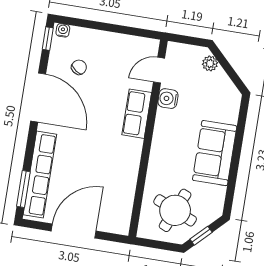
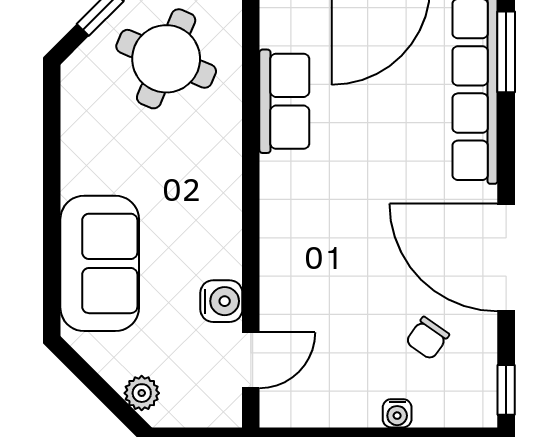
water cooler: (63, 30) -> (397, 413), moved
row of seats: (137, 114) -> (284, 101), moved
sofa: (215, 153) -> (100, 263), moved

